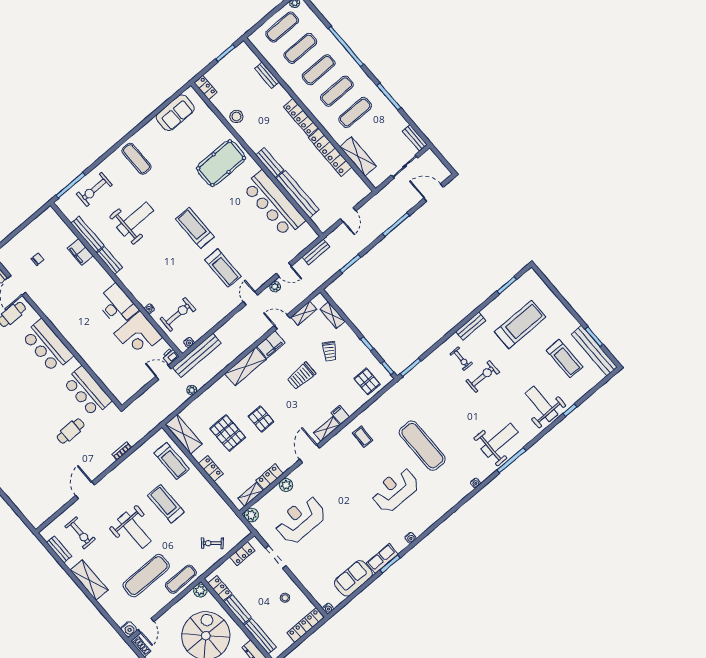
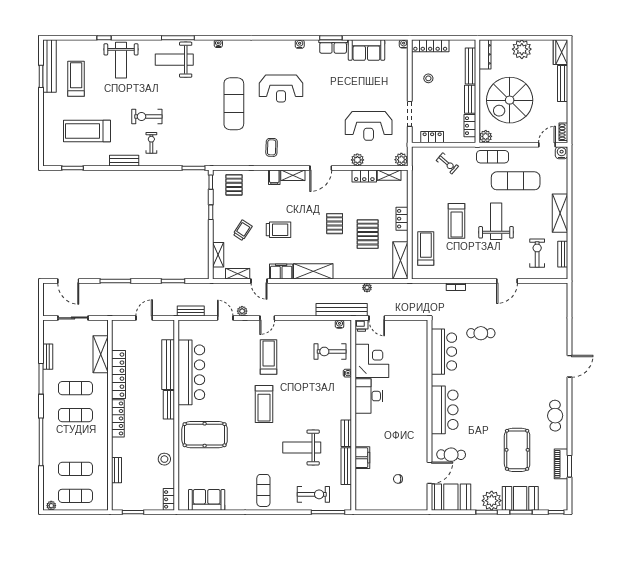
exercise mat: (319, 70) -> (75, 442), removed
bench: (415, 138) -> (48, 357), moved

